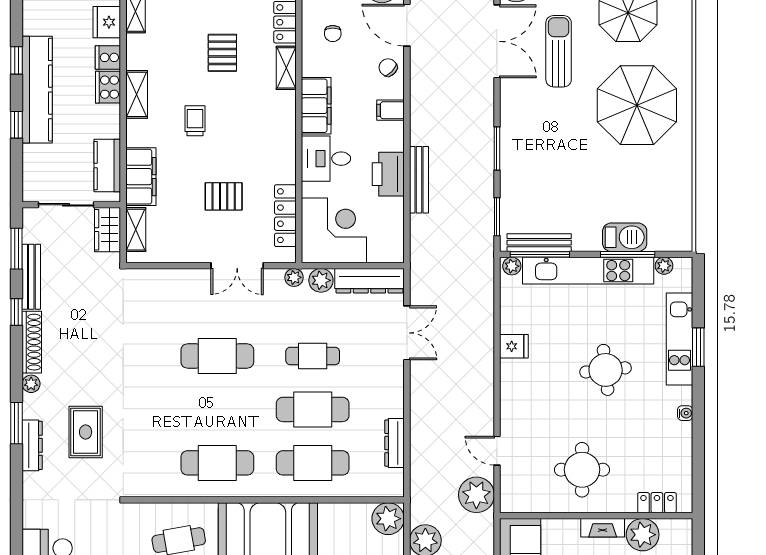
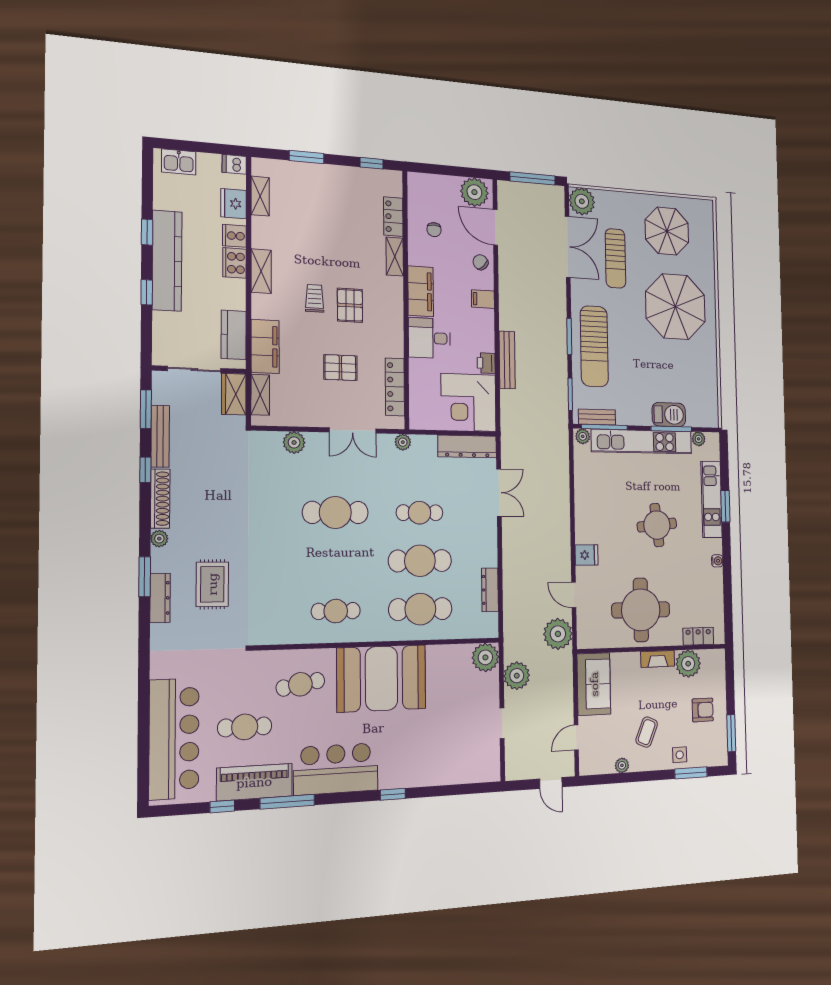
sun lounger: (559, 51) -> (615, 258), turned 180
pallet: (222, 53) -> (350, 305), moved
sun lounger: (529, 159) -> (594, 346), added
printer: (388, 174) -> (486, 363), width x0.53, depth x0.68
corner desk: (334, 230) -> (469, 402), moved, turned 180
bench: (539, 243) -> (597, 417), width x0.73
plant: (321, 280) -> (294, 442), moved
fridge: (514, 346) -> (587, 555), moved
cafe table: (217, 463) -> (336, 611), width x0.73, depth x0.74
round table: (582, 470) -> (641, 610), width x1.36, depth x1.36

